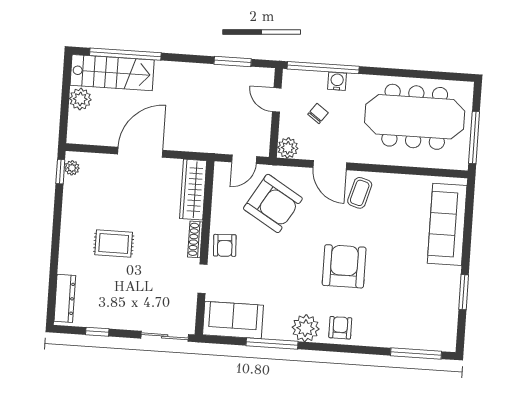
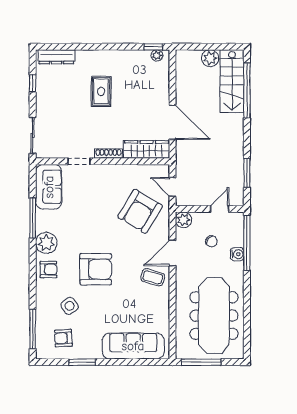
door: (140, 152) -> (173, 122), moved
armchair: (225, 245) -> (63, 338), moved
side table: (389, 303) -> (70, 306), added

